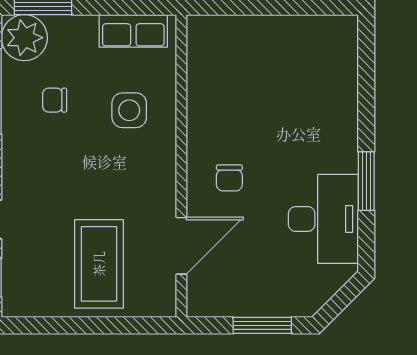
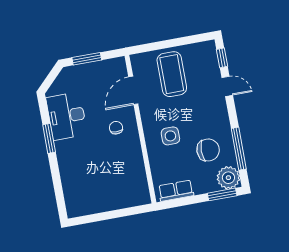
chair: (55, 100) -> (208, 150), width x1.87, depth x1.87
side table: (129, 110) -> (170, 136), moved

